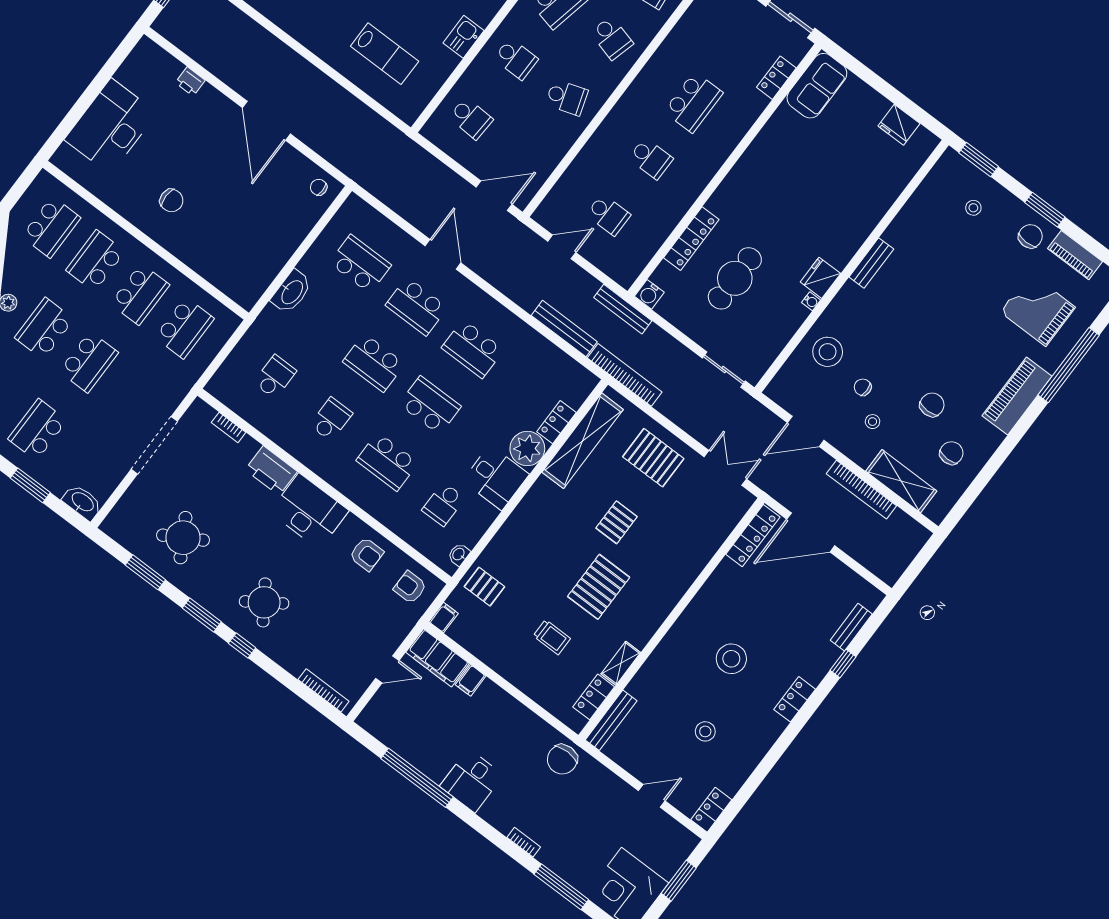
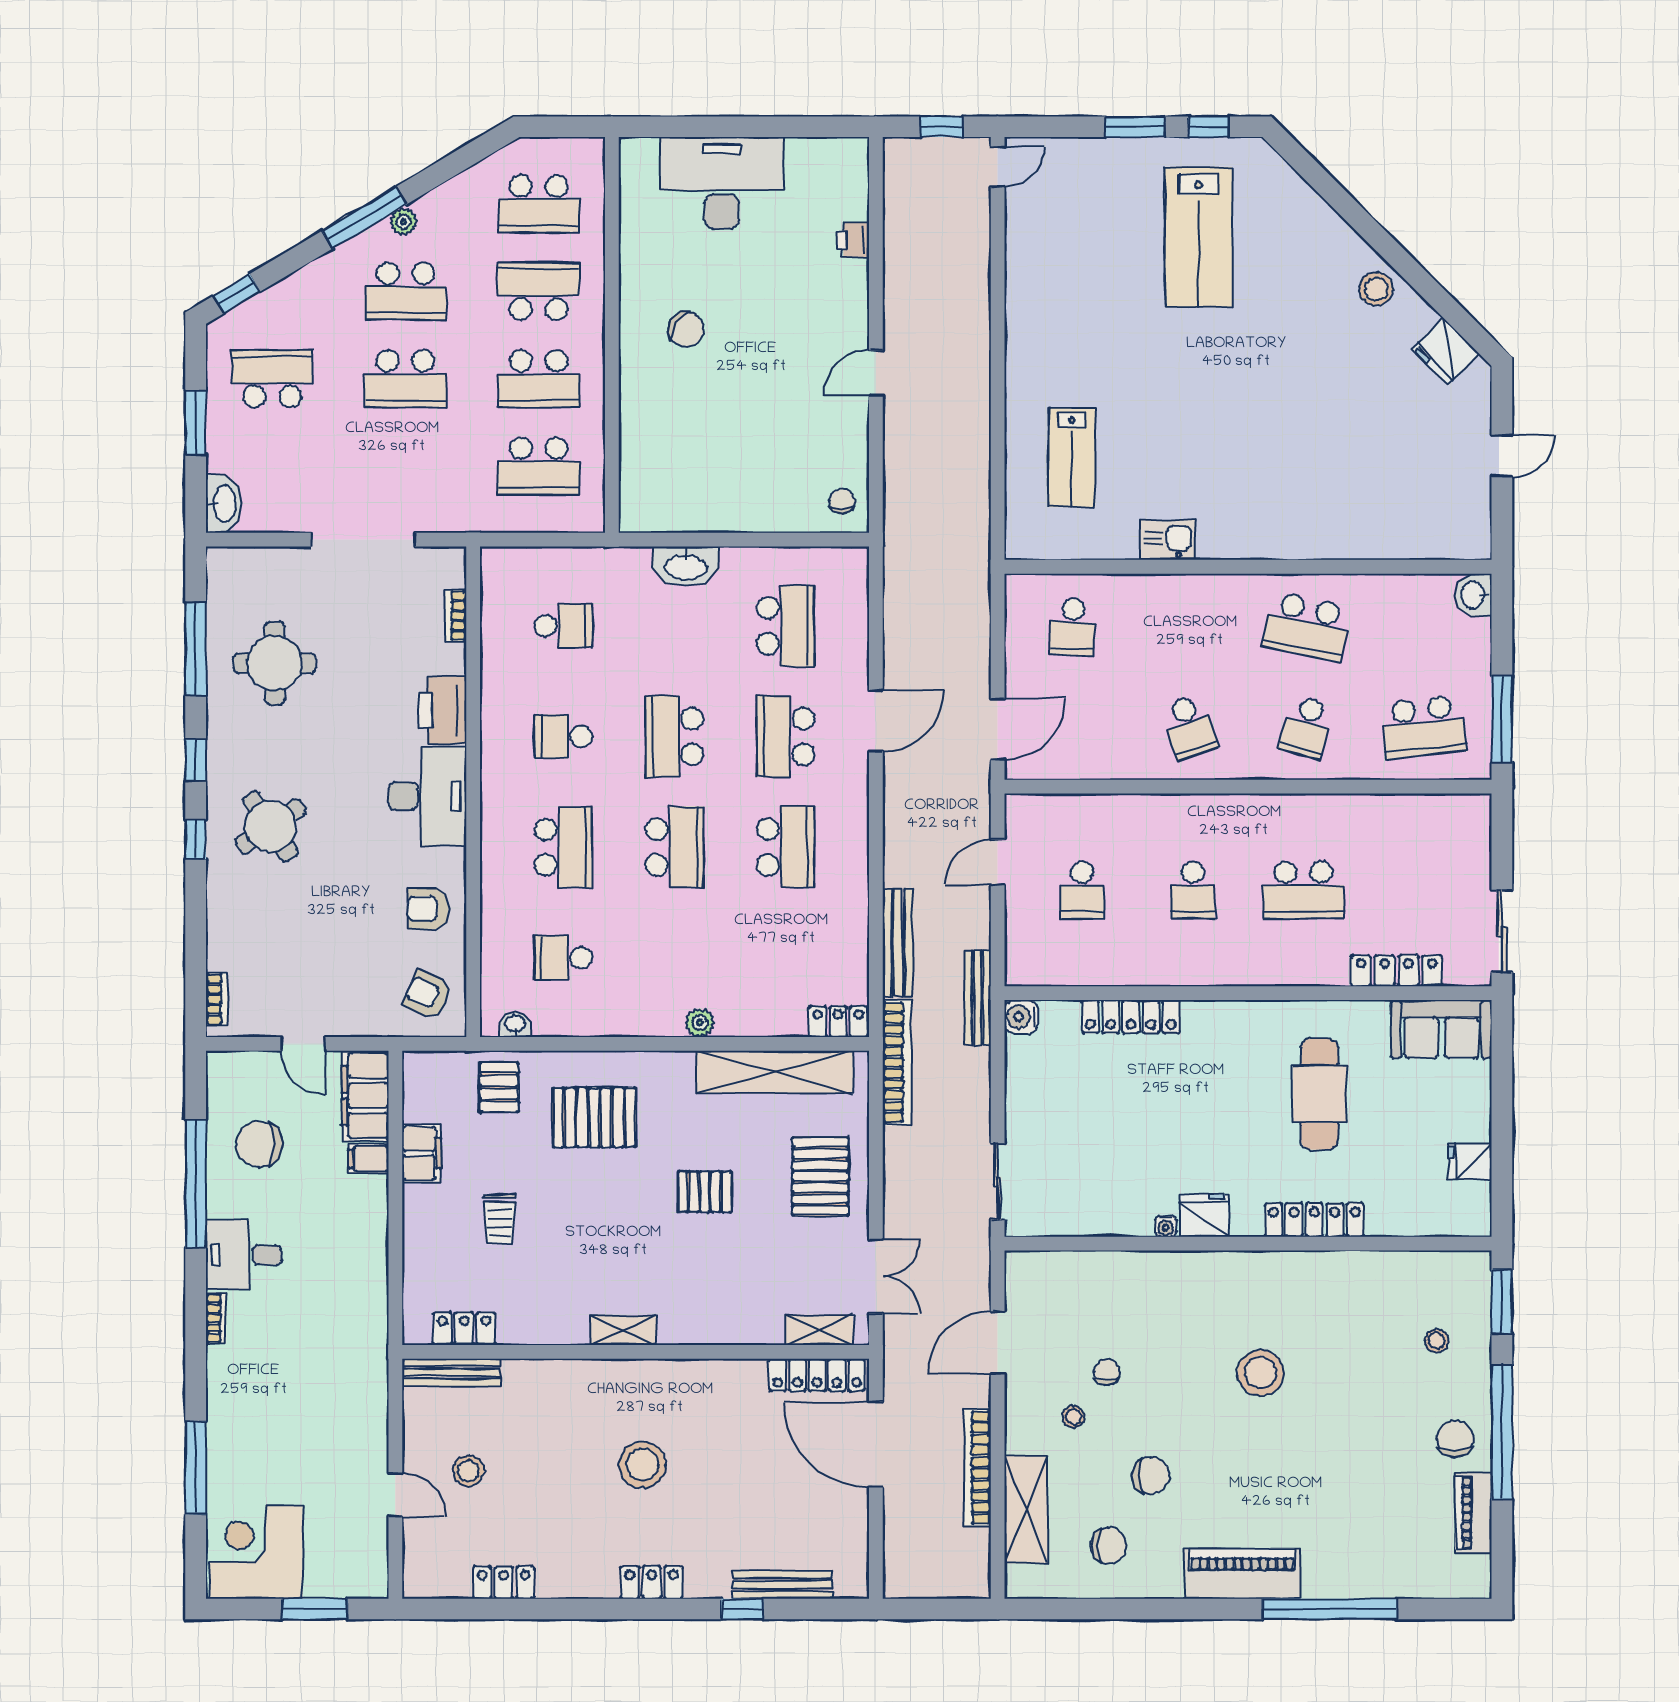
school desk: (516, 59) -> (1190, 627), removed
locker: (776, 78) -> (1397, 971), width x1.53
door: (266, 121) -> (876, 373), width x0.53
fridge: (899, 125) -> (1470, 1162), width x0.72
door: (494, 196) -> (998, 729), hinge flipped
chair: (171, 201) -> (686, 329), turned -58
window: (1045, 210) -> (1502, 1432), width x2.11
locker: (865, 223) -> (1314, 1220), added
chair: (1030, 236) -> (1455, 1439), turned -90
door: (562, 247) -> (998, 862), swing flipped
bench: (871, 263) -> (1271, 1265), removed
cafe table: (735, 278) -> (1320, 1094), moved, turned 90
grand piano: (1038, 310) -> (1370, 1518), removed
school desk: (44, 328) -> (405, 291), turned 180
school desk: (473, 349) -> (786, 847), turned 180
stool: (828, 352) -> (1261, 1373), moved
school desk: (331, 419) -> (563, 737), turned 180
locker: (556, 422) -> (838, 1022), moved
door: (806, 431) -> (998, 1342), hinge flipped
plant: (527, 448) -> (700, 1023), width x0.53, depth x0.53
school desk: (387, 462) -> (563, 847), turned 180
desk: (496, 477) -> (646, 998), removed
shelving: (731, 517) -> (819, 1330), added
round table: (183, 538) -> (275, 663), turned 30
armchair: (367, 554) -> (428, 909), turned 90
window: (145, 572) -> (196, 649), width x1.44
armchair: (410, 587) -> (428, 995), turned -65
pallet: (599, 587) -> (594, 1117), moved
window: (202, 615) -> (196, 760), width x0.67
filing cabinet: (443, 618) -> (421, 1153), moved, width x2.00
bench: (851, 627) -> (782, 1585), width x1.36
shelving: (621, 663) -> (624, 1330), moved
bookcase: (324, 690) -> (217, 999), width x0.64
stool: (705, 731) -> (468, 1471), moved
chair: (562, 759) -> (259, 1144), moved
locker: (711, 810) -> (504, 1583), moved
bookcase: (524, 842) -> (216, 1318), moved

